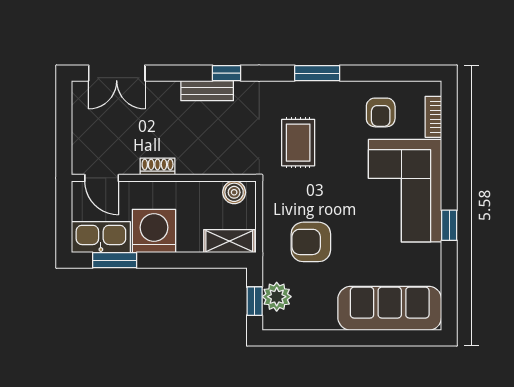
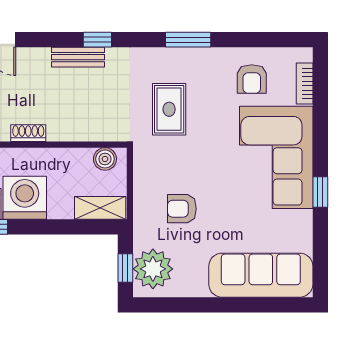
armchair: (311, 242) -> (182, 209), width x0.72, depth x0.72
plant: (277, 297) -> (153, 269), width x1.36, depth x1.36

